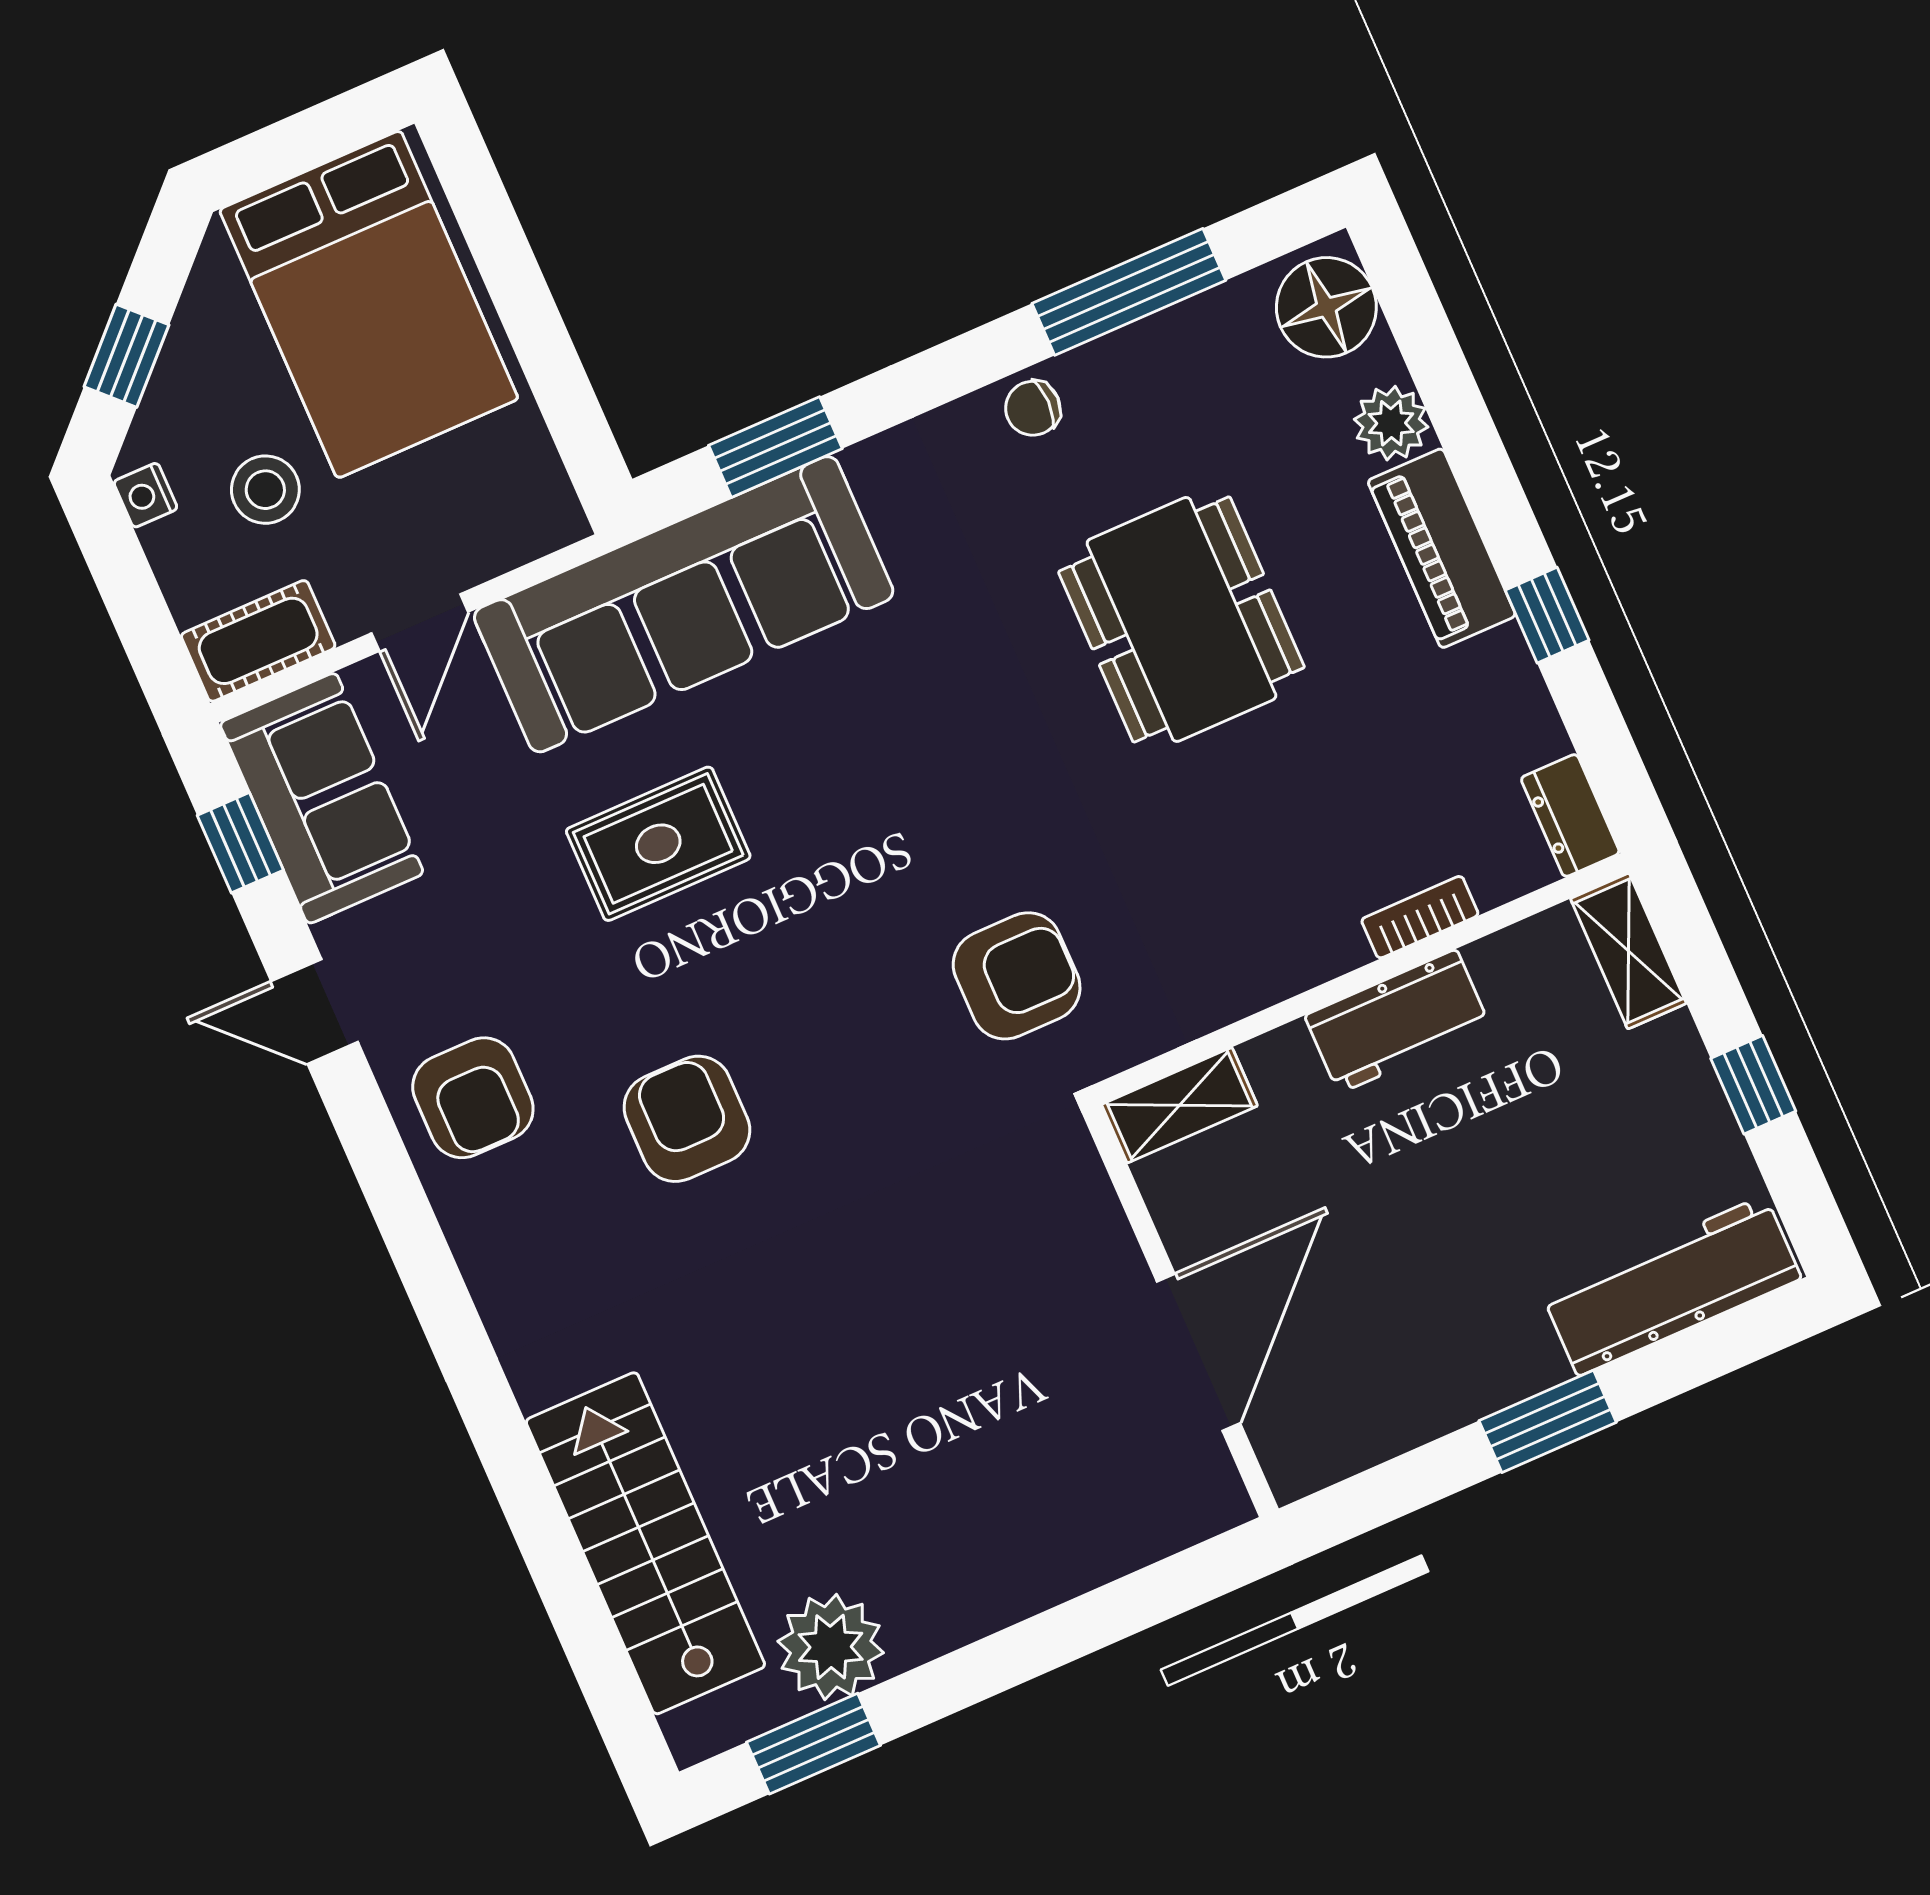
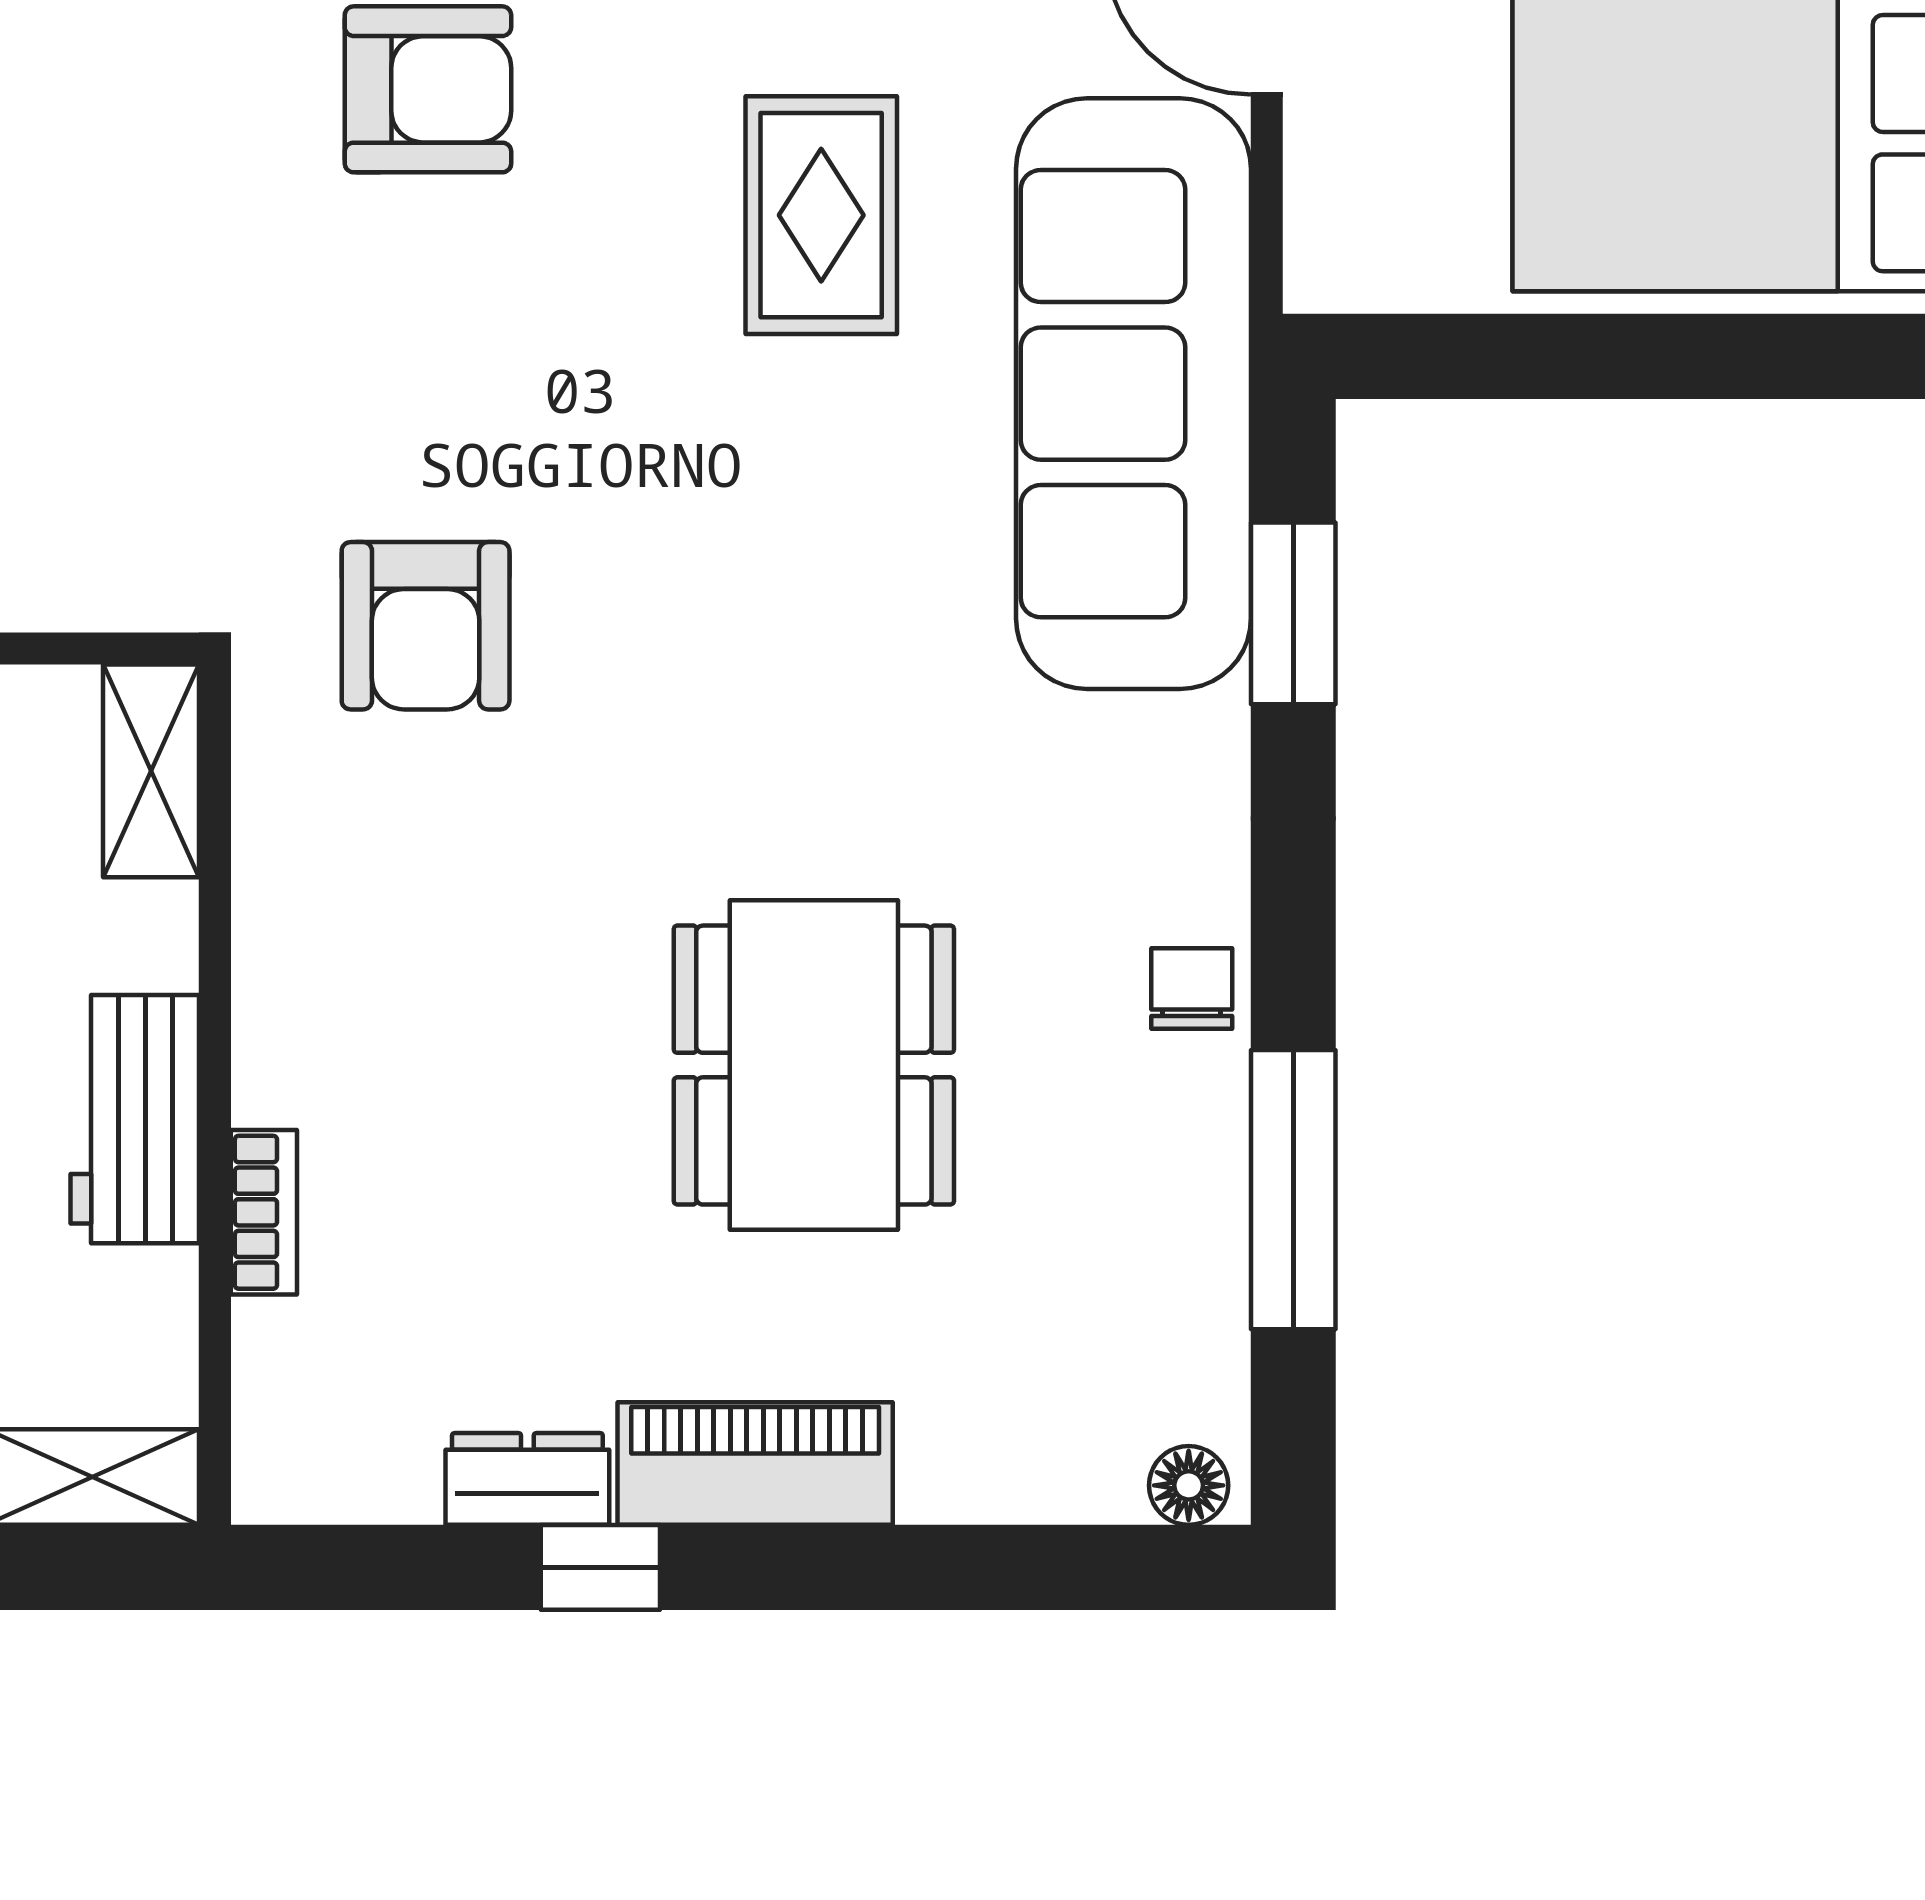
floor lamp: (1326, 307) -> (1189, 1485), width x0.53, depth x0.53
plant: (1391, 423) -> (956, 1469), removed
dining table: (1181, 619) -> (814, 1065), turned 90
dresser: (1570, 815) -> (527, 1479), moved

